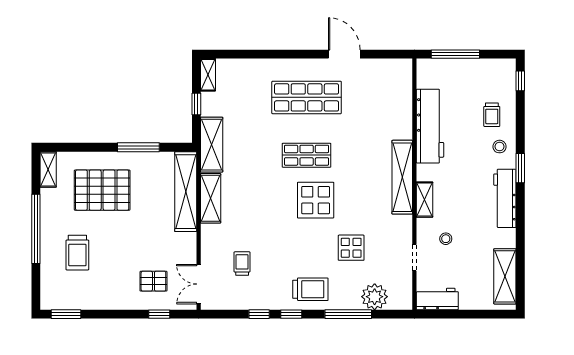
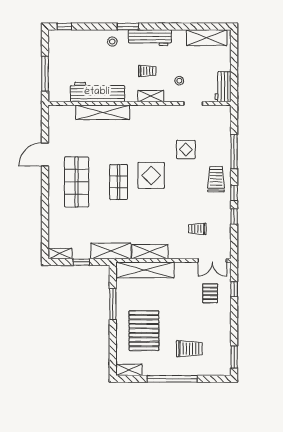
trolley: (492, 115) -> (147, 71), moved
shelving: (402, 177) -> (103, 112), moved
plant: (375, 297) -> (221, 132), removed

